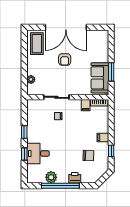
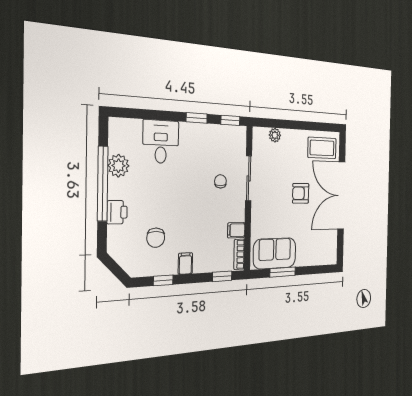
window: (111, 114) -> (222, 276), added
window: (24, 154) -> (230, 120), moved

